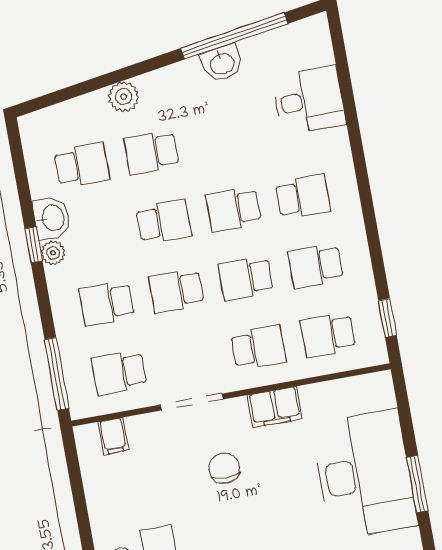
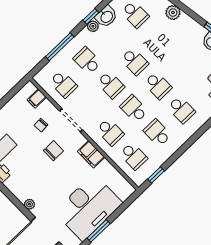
school desk: (151, 152) -> (158, 38), removed
school desk: (233, 209) -> (158, 86), turned 180
school desk: (176, 291) -> (111, 85), turned 180
school desk: (328, 335) -> (133, 156), turned 180
school desk: (119, 373) -> (63, 84), turned 180
window: (57, 374) -> (60, 47), moved
chair: (165, 460) -> (41, 125), added

